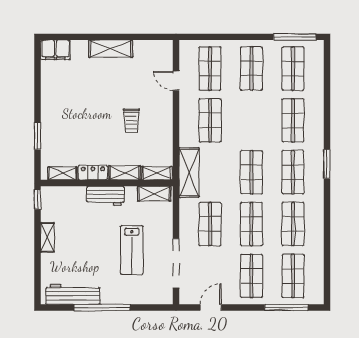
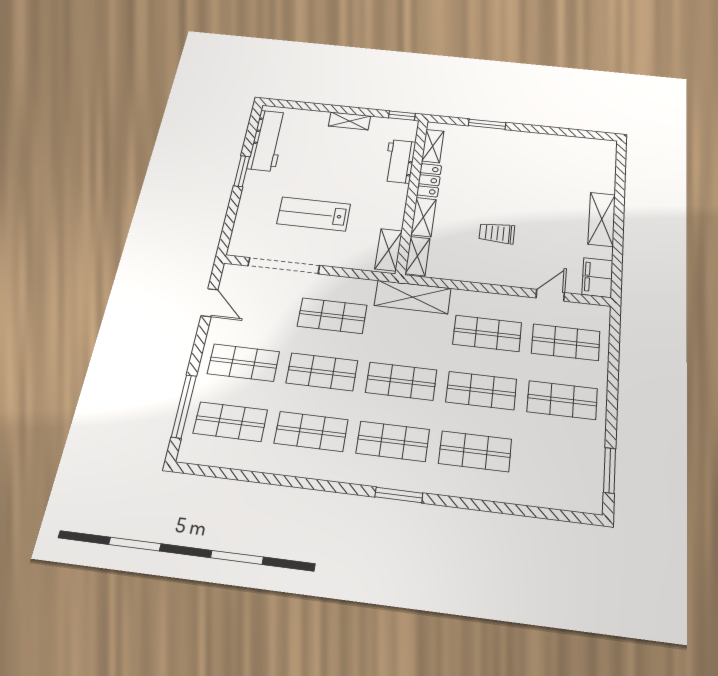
window: (295, 37) -> (610, 470), width x0.69
filing cabinet: (55, 50) -> (597, 278), moved
shop shelf: (293, 69) -> (481, 391), moved
workbench: (105, 196) -> (399, 161), moved
window: (102, 308) -> (242, 171), width x0.47

